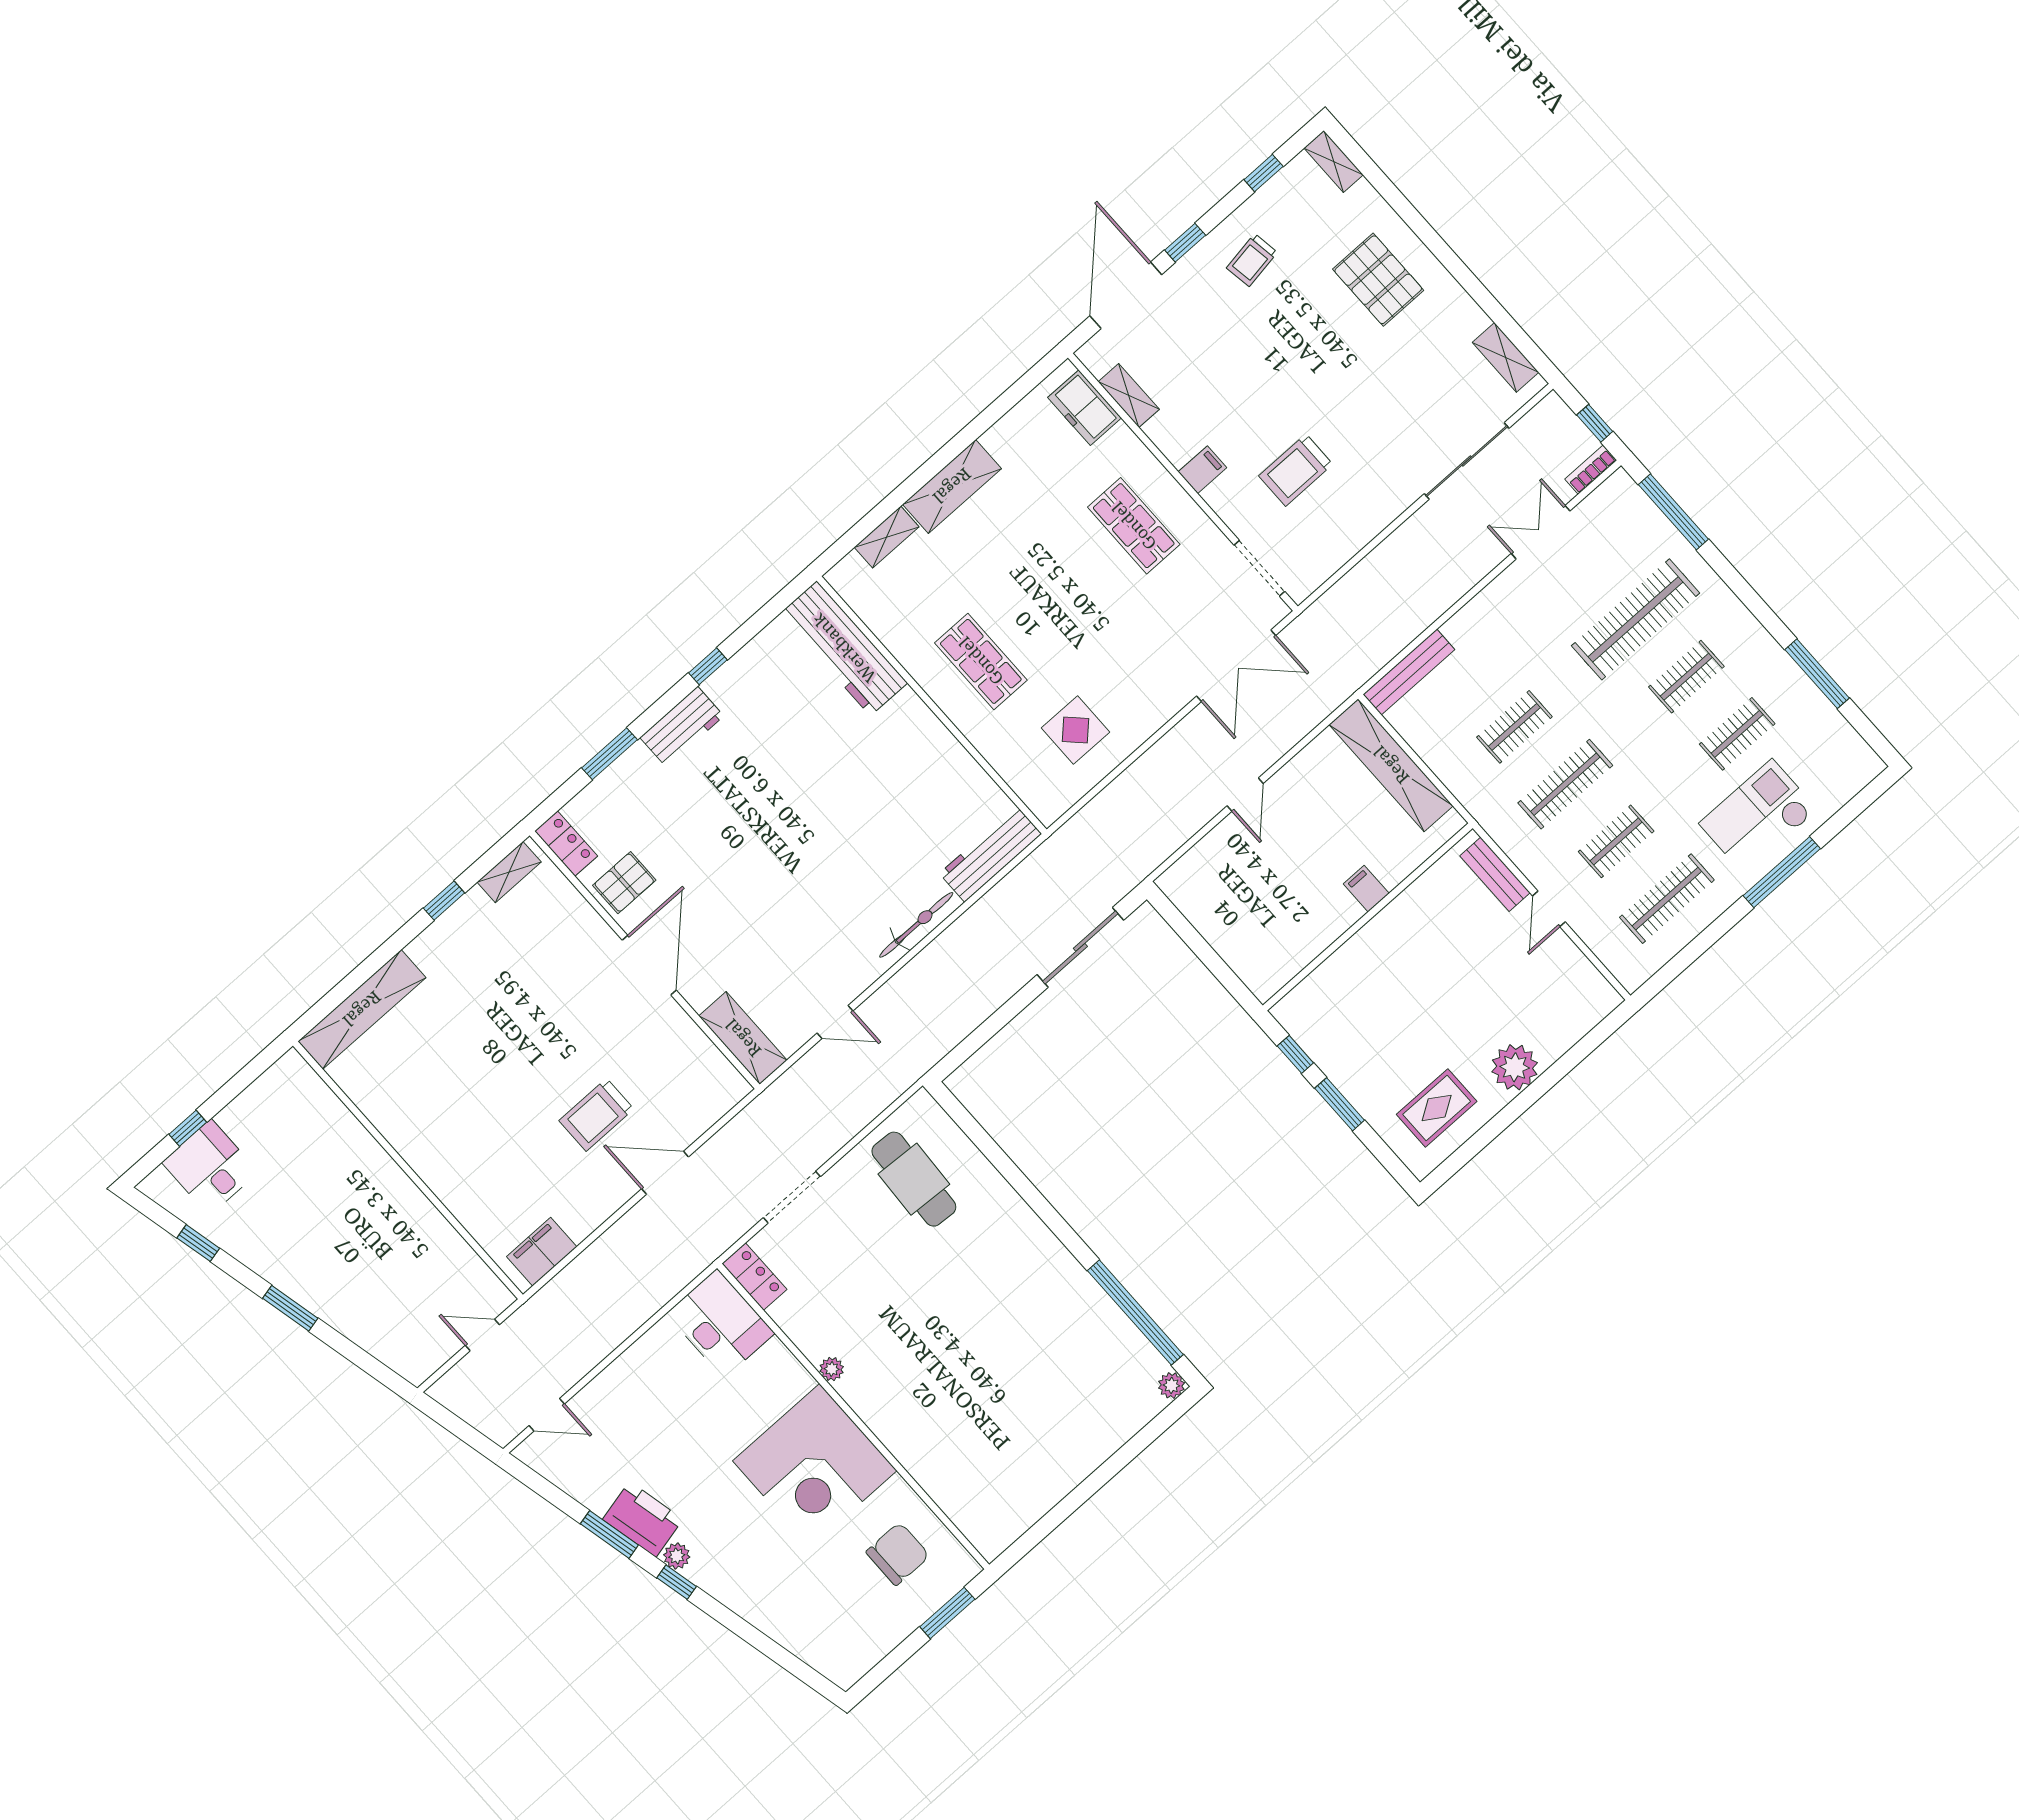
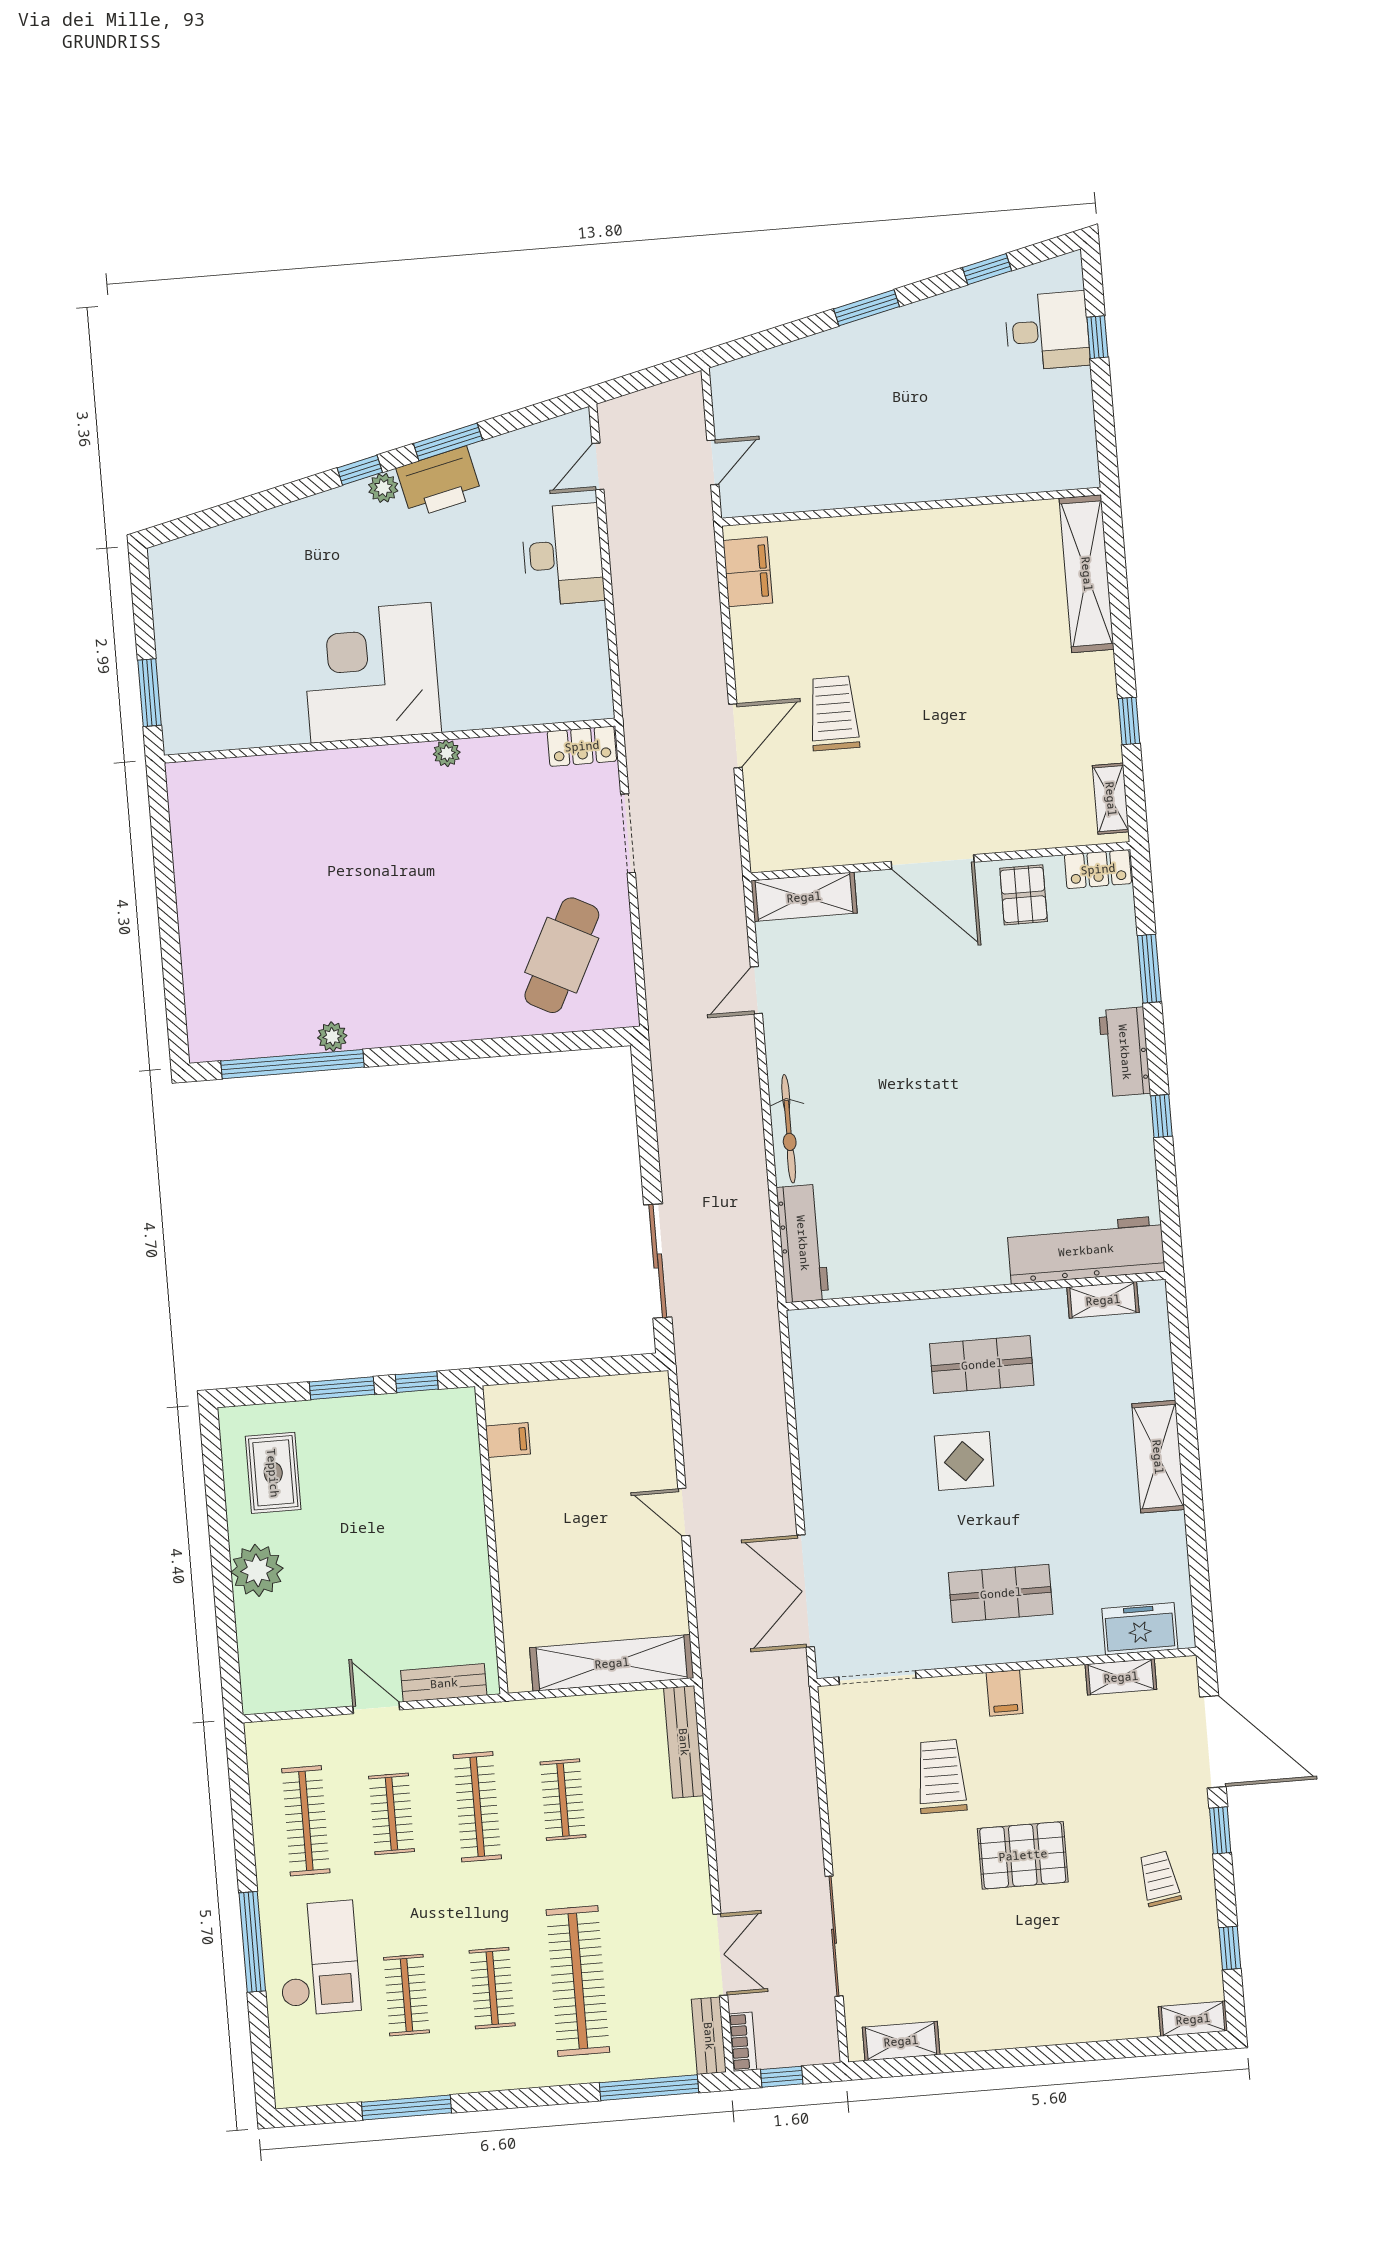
pallet: (1378, 280) -> (1023, 1855), moved
bench: (1605, 497) -> (709, 2036), added
shelving: (887, 537) -> (1103, 1300), moved, turned 90
display table: (1075, 730) -> (964, 1461), moved
filing cabinet: (1366, 889) -> (508, 1440), moved
cafe table: (914, 1179) -> (562, 955), turned -66
desk: (720, 1323) -> (563, 554), moved, turned -90
plant: (1171, 1385) -> (332, 1037), moved
chair: (898, 1554) -> (236, 688), removed

